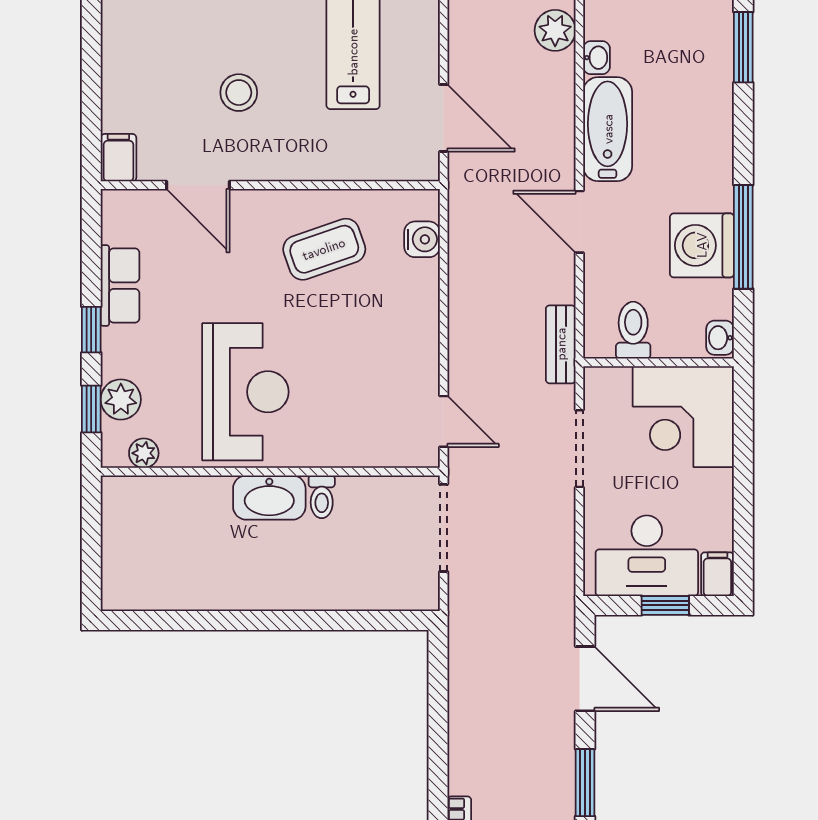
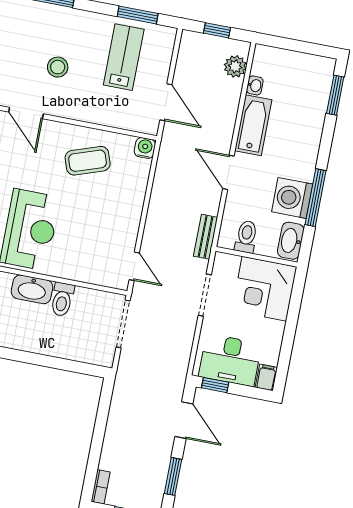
water cooler: (422, 239) -> (145, 148), moved, turned -90
washbasin: (720, 338) -> (291, 241), width x1.91, depth x1.45
toilet: (322, 497) -> (62, 299), width x1.37, depth x1.39
window: (665, 605) -> (215, 385), moved

